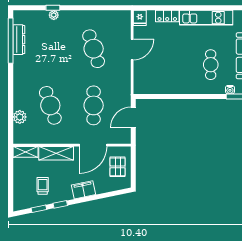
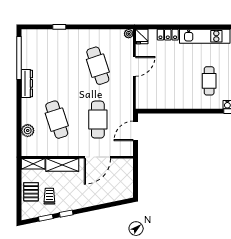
plant: (54, 15) -> (129, 34), moved
dresser: (19, 40) -> (27, 83), moved
pallet: (118, 167) -> (31, 192), moved
filing cabinet: (84, 190) -> (88, 200), removed

